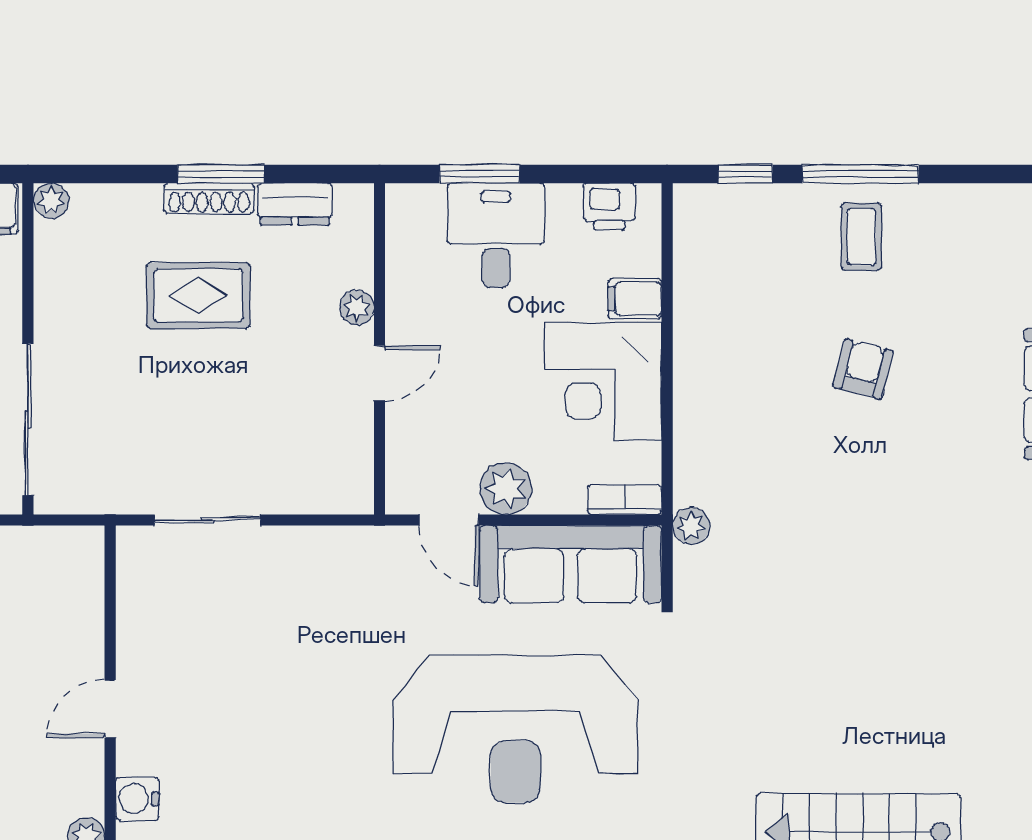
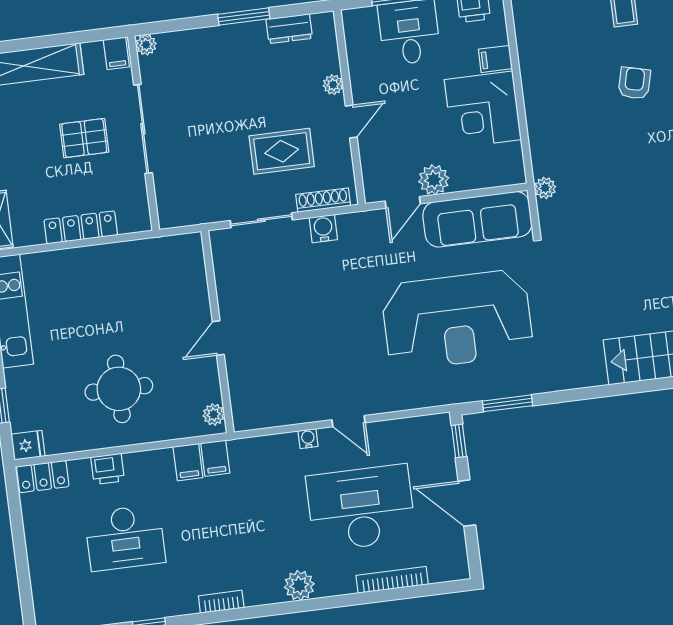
shoe rack: (209, 198) -> (323, 200), moved, turned 180
rug: (198, 295) -> (282, 151), moved
sliding door: (28, 420) -> (143, 129), moved
bookcase: (625, 500) -> (504, 178), removed
door: (449, 520) -> (403, 202), hinge flipped
water cooler: (137, 799) -> (323, 229), moved, turned 90

